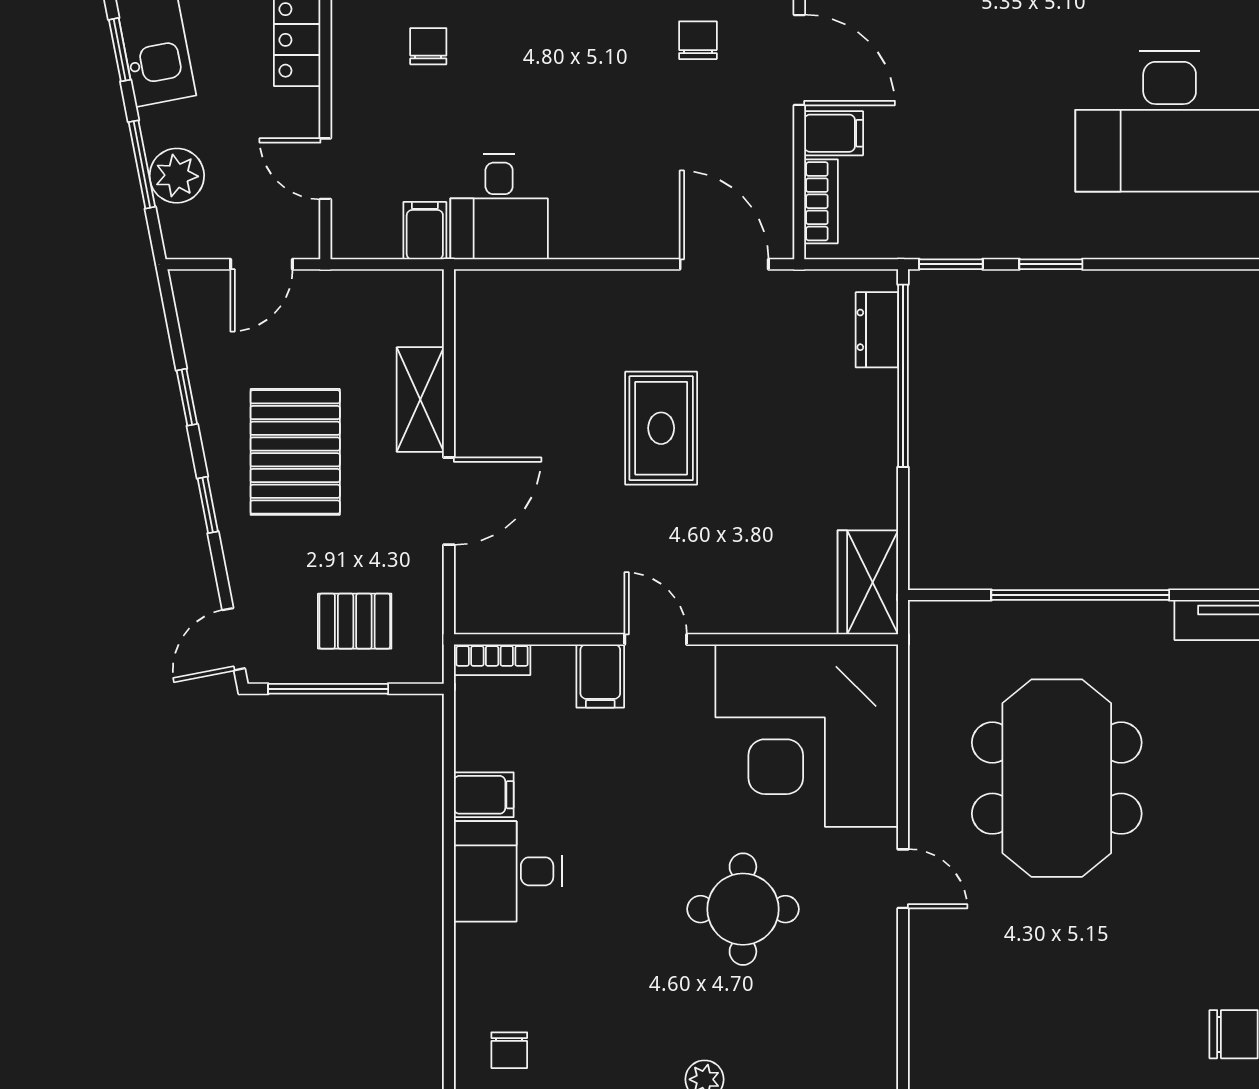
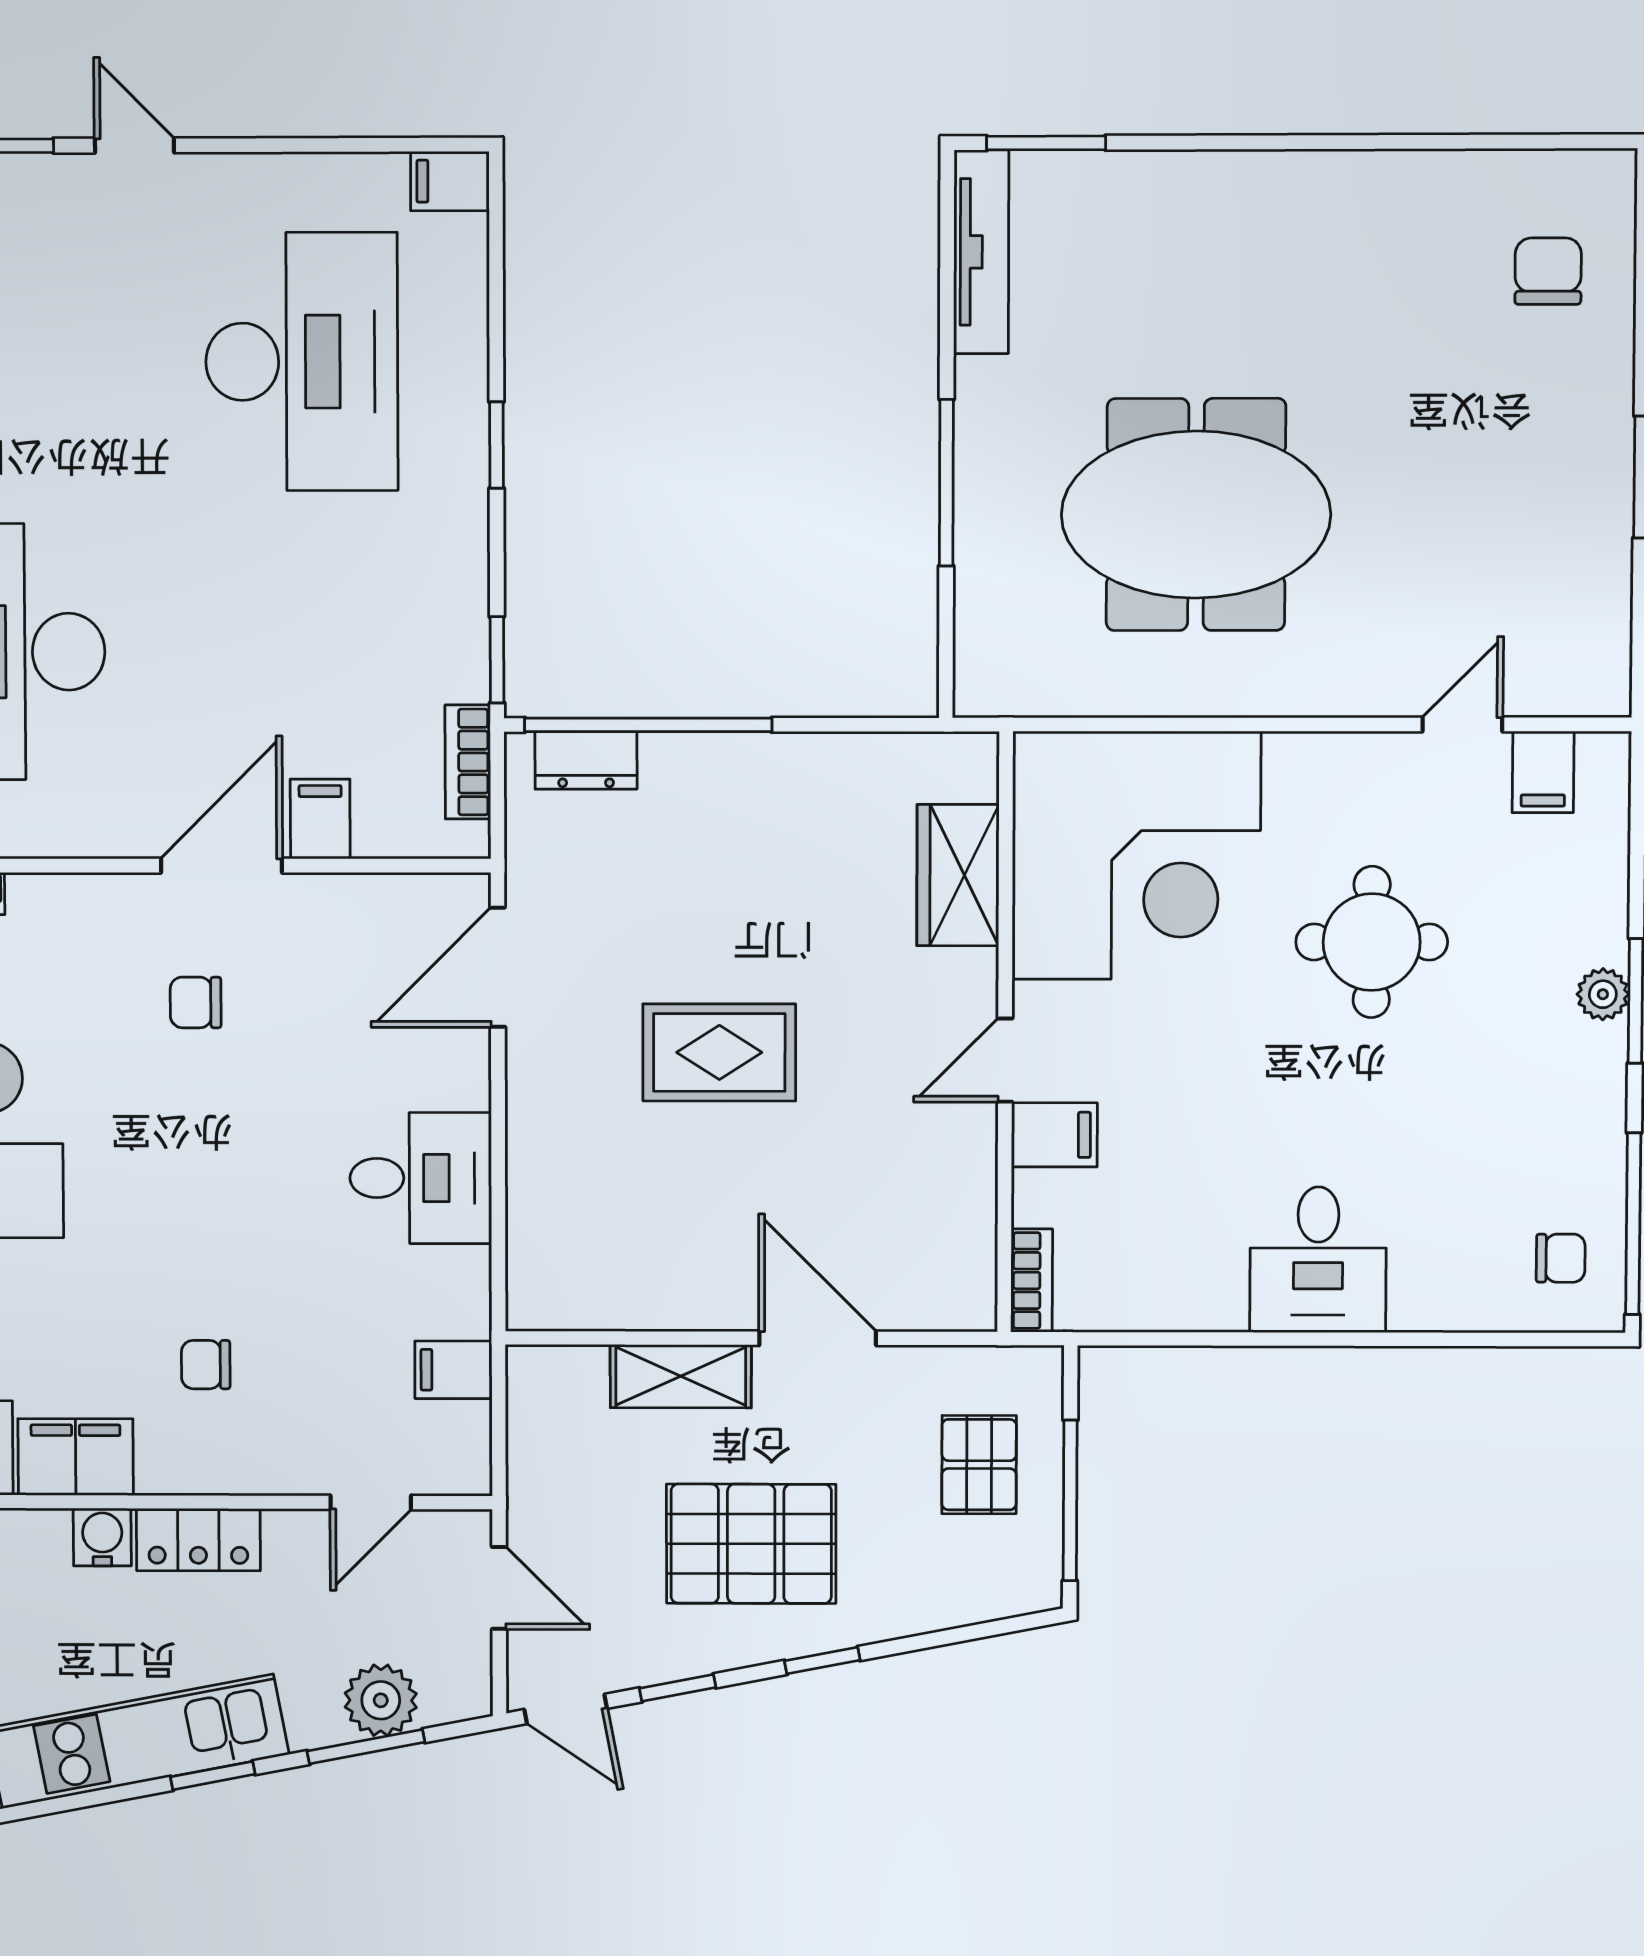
bookcase: (821, 201) -> (468, 762), moved, turned -90
desk: (499, 207) -> (421, 1178), moved
window: (1051, 264) -> (496, 445), moved
wardrobe: (868, 582) -> (958, 875), moved, turned 90
window: (1080, 595) -> (946, 483), width x0.68
door: (234, 639) -> (566, 1709), moved
filing cabinet: (484, 795) -> (1543, 772), moved, turned 180
door: (903, 879) -> (1462, 724), moved

